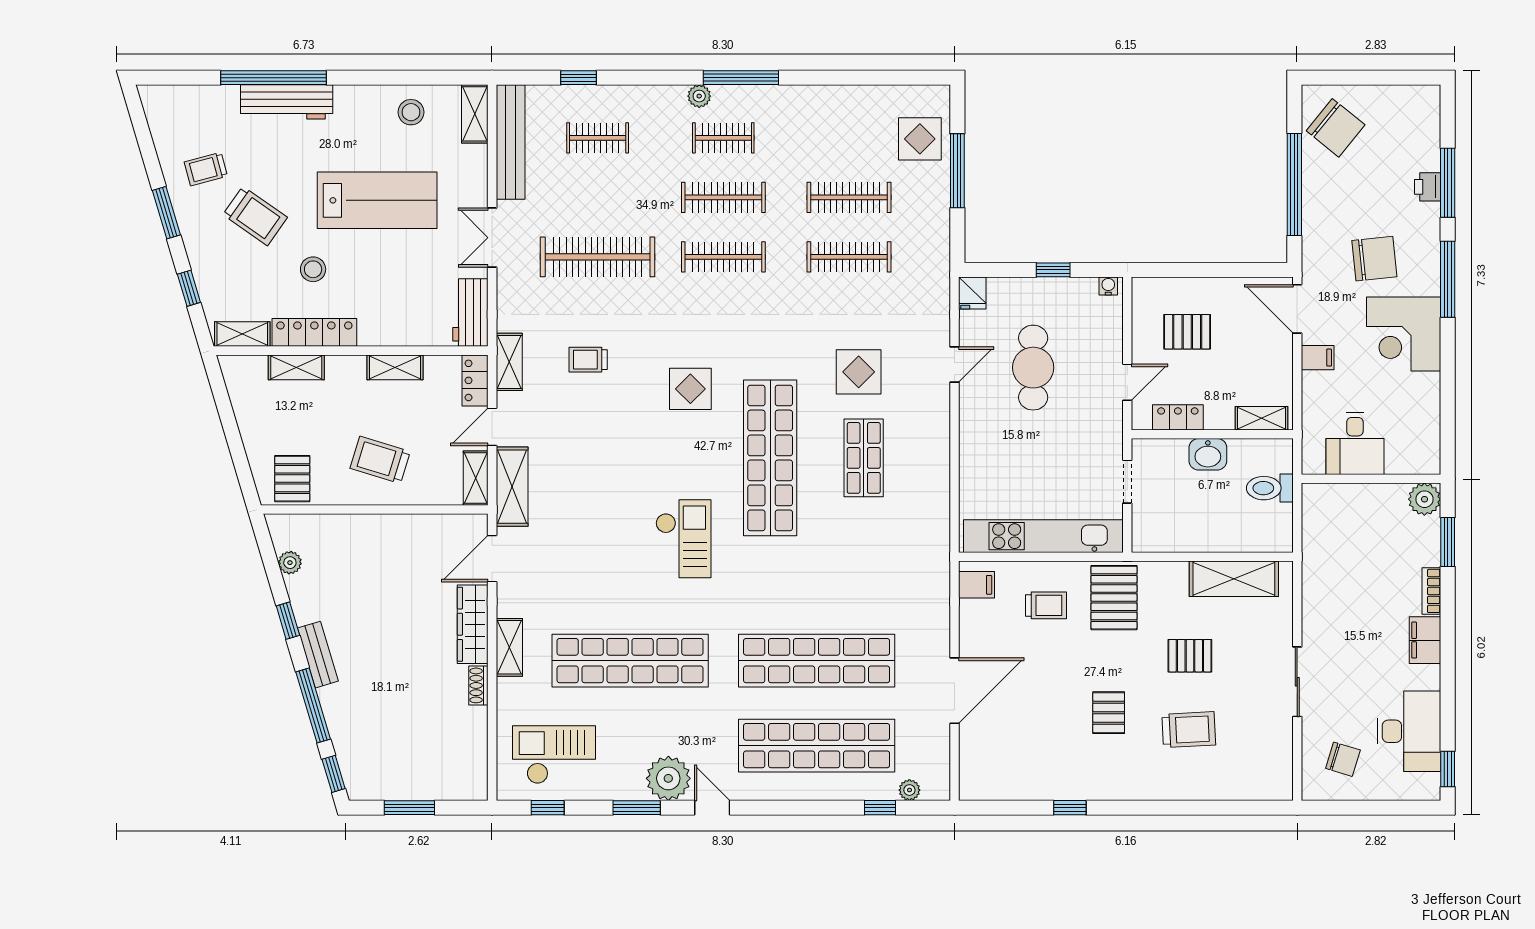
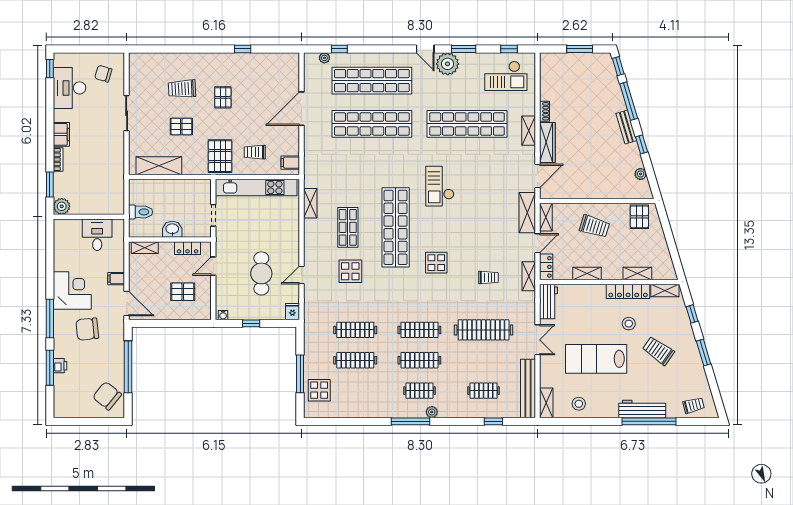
trolley: (206, 169) -> (694, 405), moved
shelving: (937, 505) -> (310, 203), added

